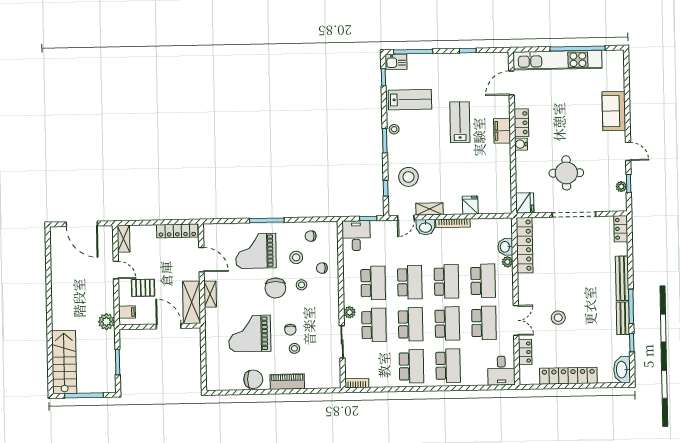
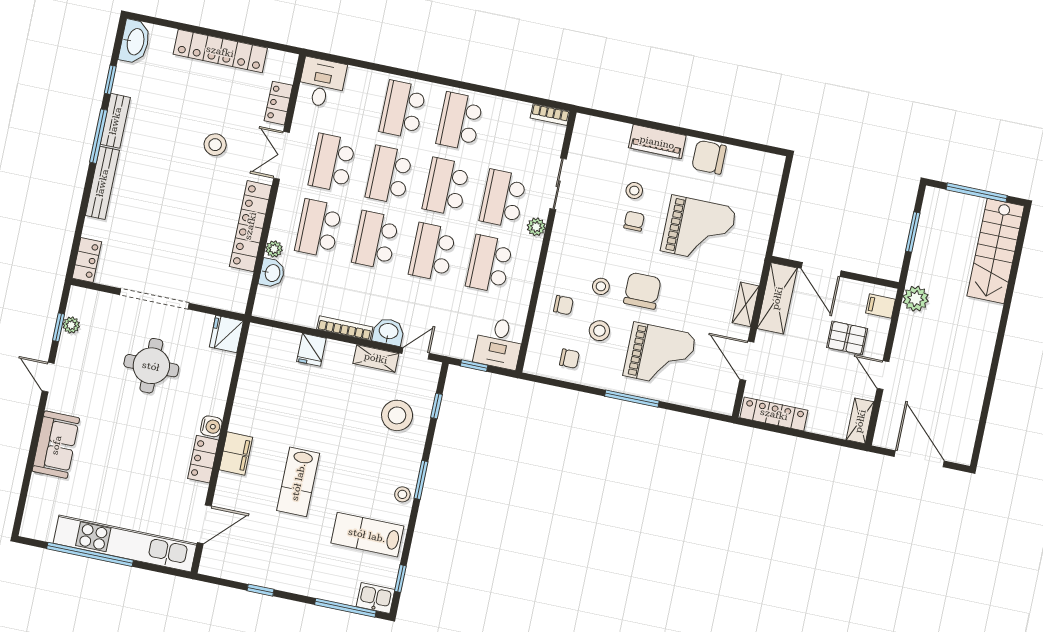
locker: (525, 245) -> (250, 226), moved

